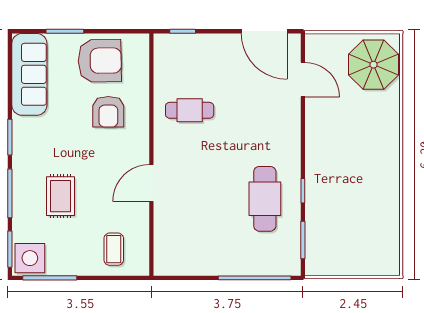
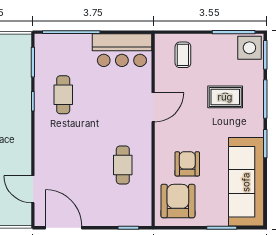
armchair: (100, 61) -> (178, 201), moved, turned 91
sofa: (29, 74) -> (246, 182), width x1.36, depth x1.27
cafe table: (190, 110) -> (123, 165), turned 90
rug: (61, 196) -> (225, 97), turned 90
cafe table: (265, 199) -> (63, 95), width x0.73, depth x0.74
bar counter: (191, 255) -> (122, 50), added

